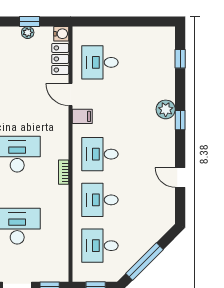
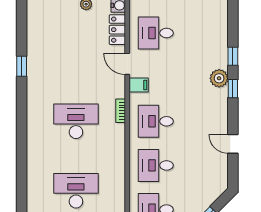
window: (180, 59) -> (233, 56), moved
bookcase: (64, 172) -> (121, 111), moved

